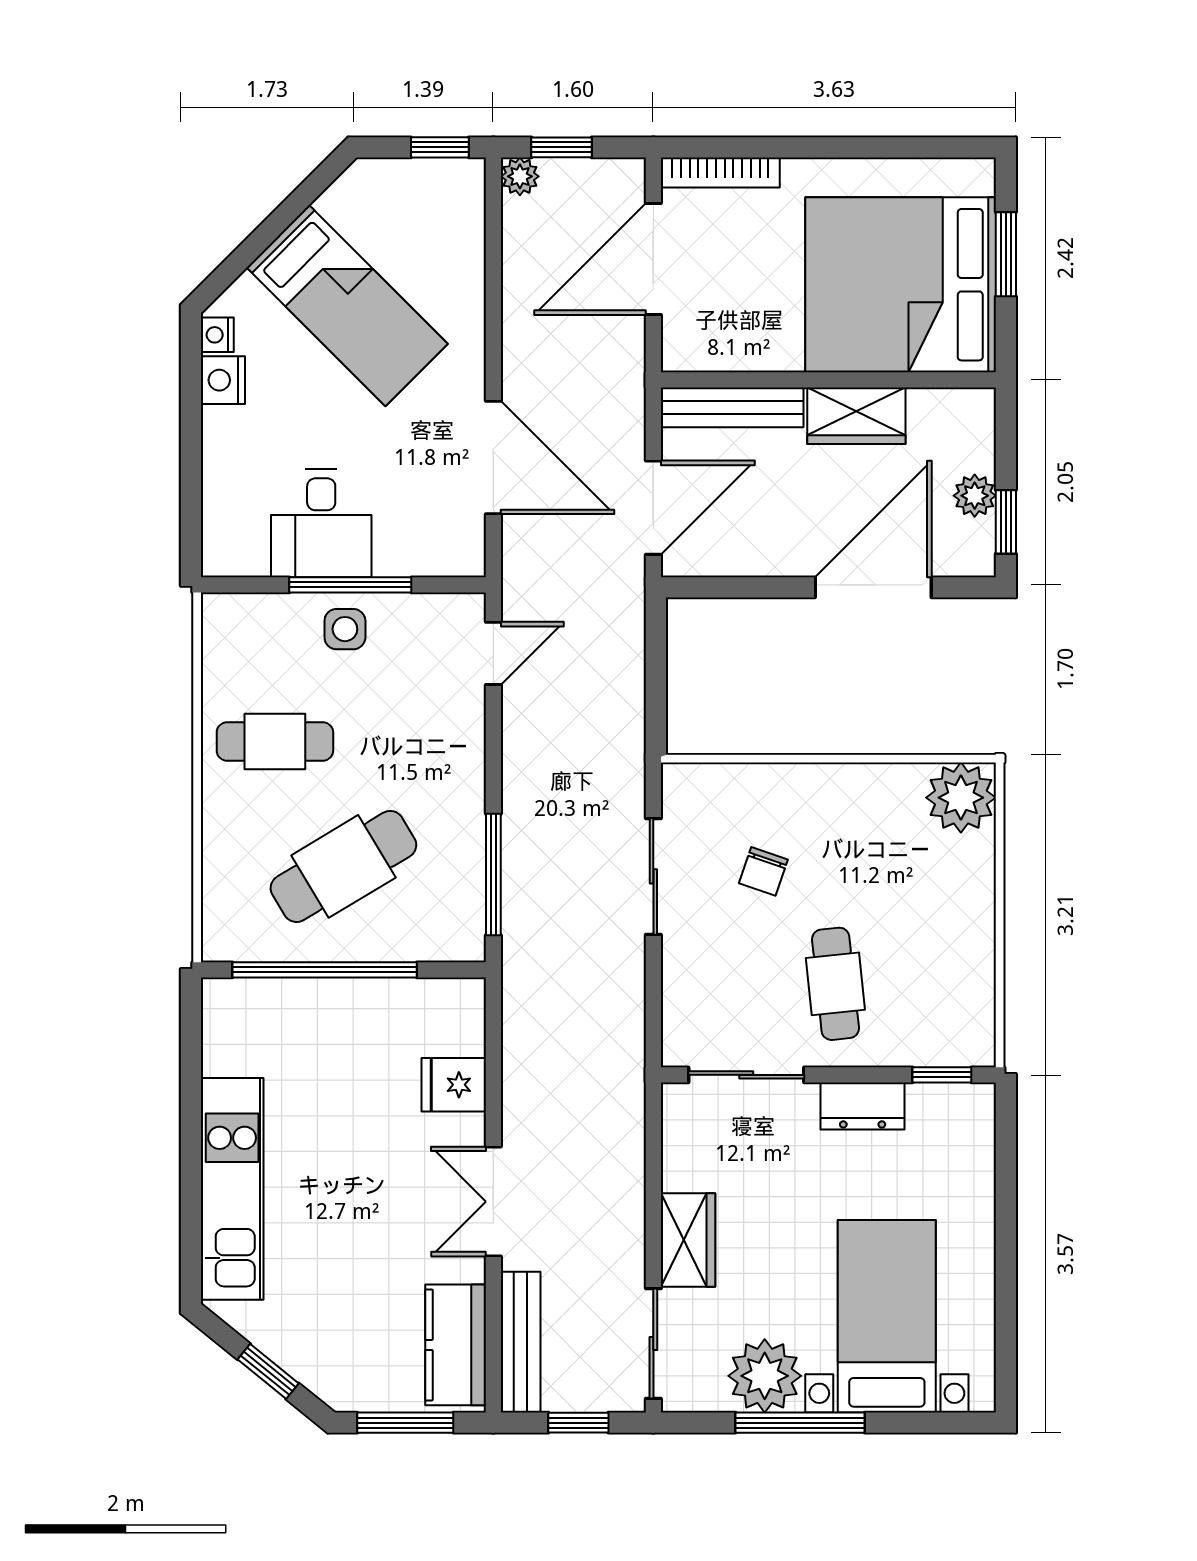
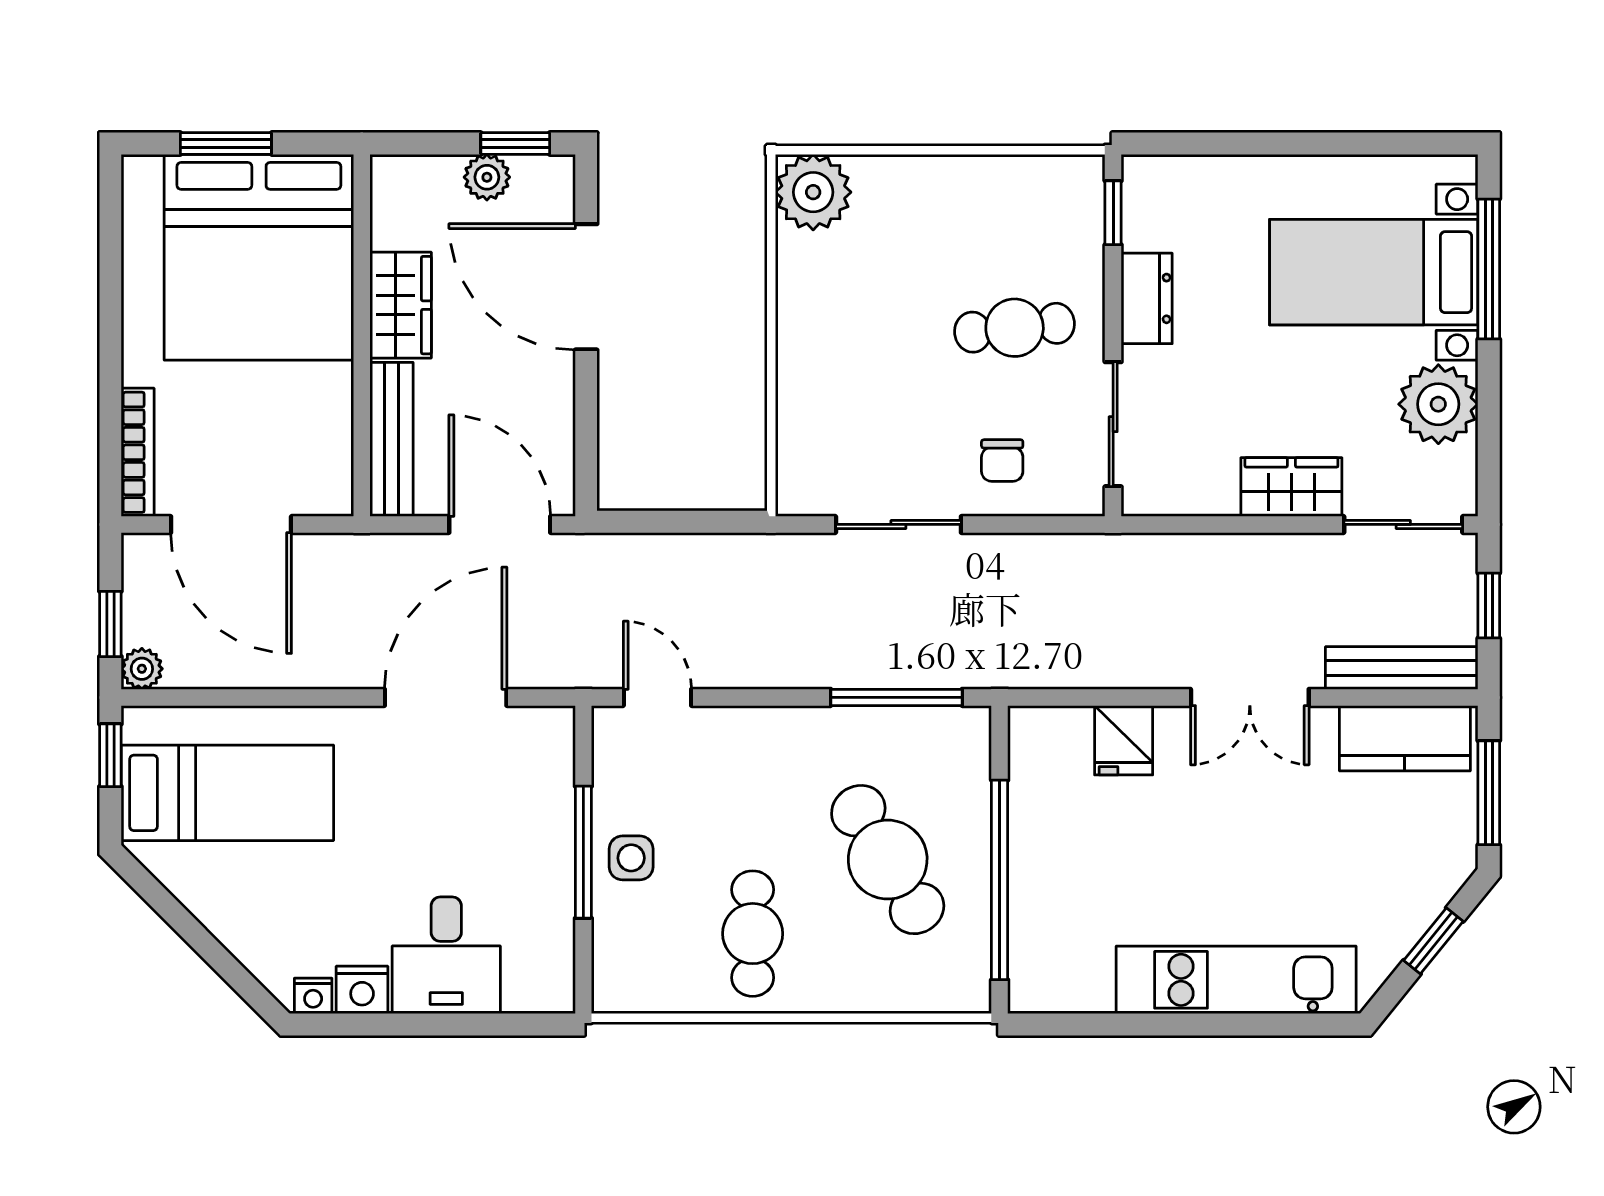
bed: (347, 306) -> (227, 793), moved, turned 45
desk: (321, 523) -> (446, 955), moved, turned 90
chair: (763, 871) -> (1002, 461), moved, turned 71
window: (800, 1423) -> (1489, 269), moved

